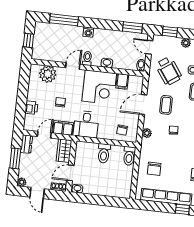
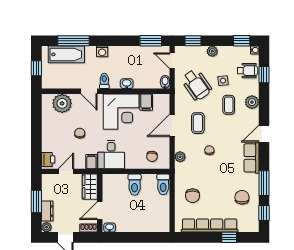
bathtub: (56, 31) -> (66, 54), added
door: (73, 66) -> (89, 91), swing flipped
printer: (31, 108) -> (48, 159), moved
filing cabinet: (63, 128) -> (91, 162), width x0.50
dresser: (27, 144) -> (47, 211), moved

